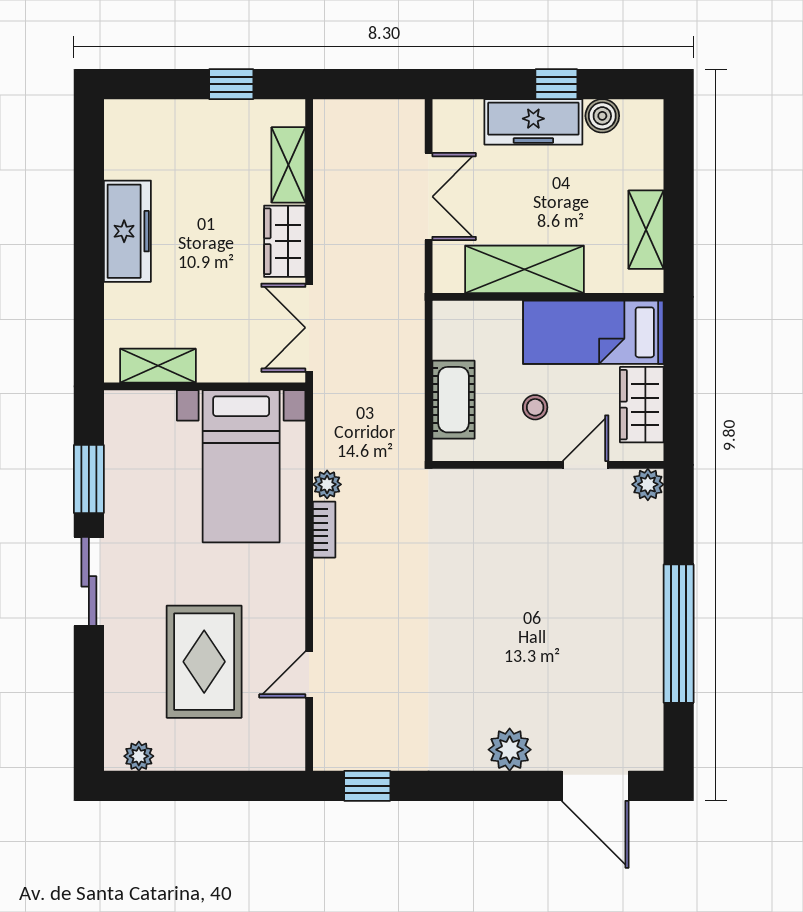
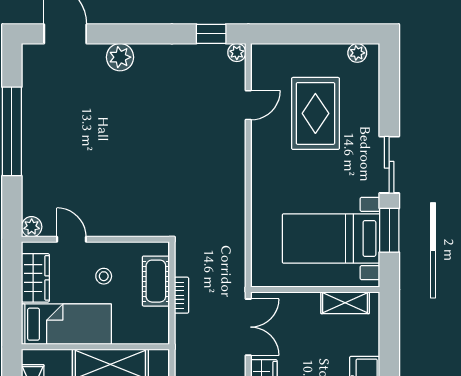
door: (586, 465) -> (71, 239), swing flipped
bed with nightstands: (241, 466) -> (331, 239), moved, turned -90
plant: (327, 484) -> (237, 53), moved
bookcase: (324, 530) -> (181, 295), moved, turned 180

